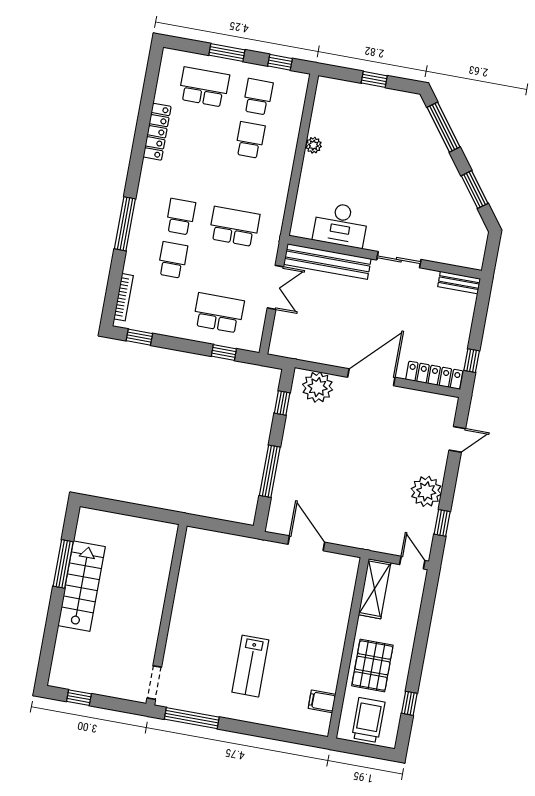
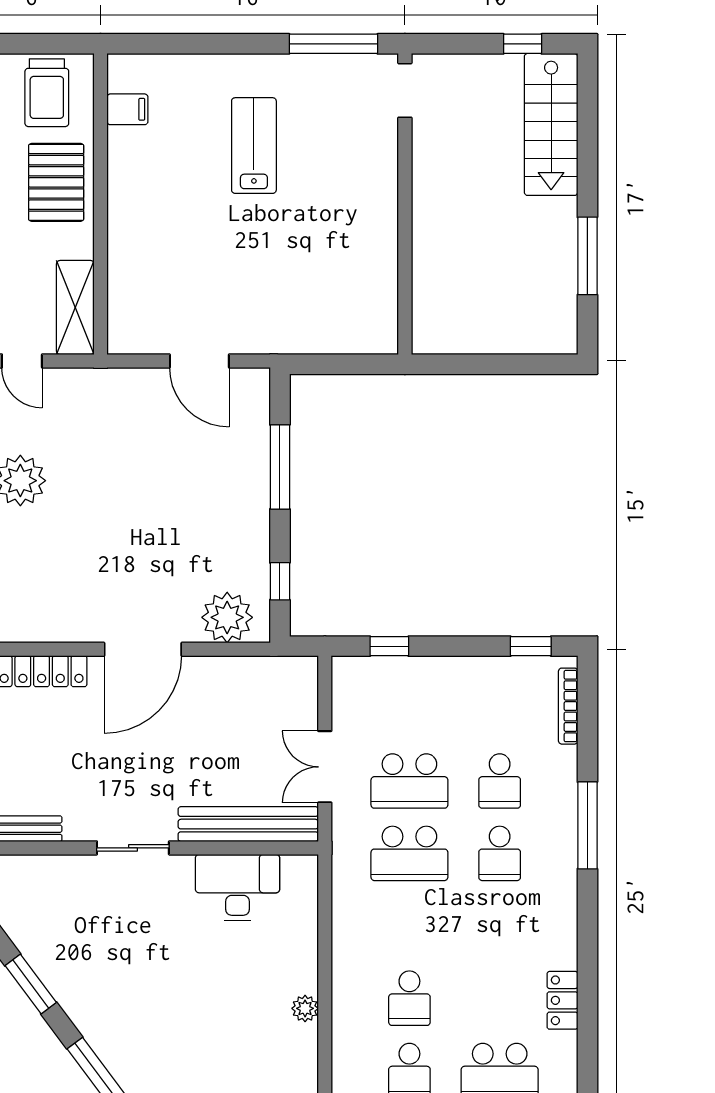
locker: (157, 132) -> (562, 1000), width x0.66
school desk: (219, 313) -> (409, 781), moved
stairs: (82, 586) -> (551, 124), moved

